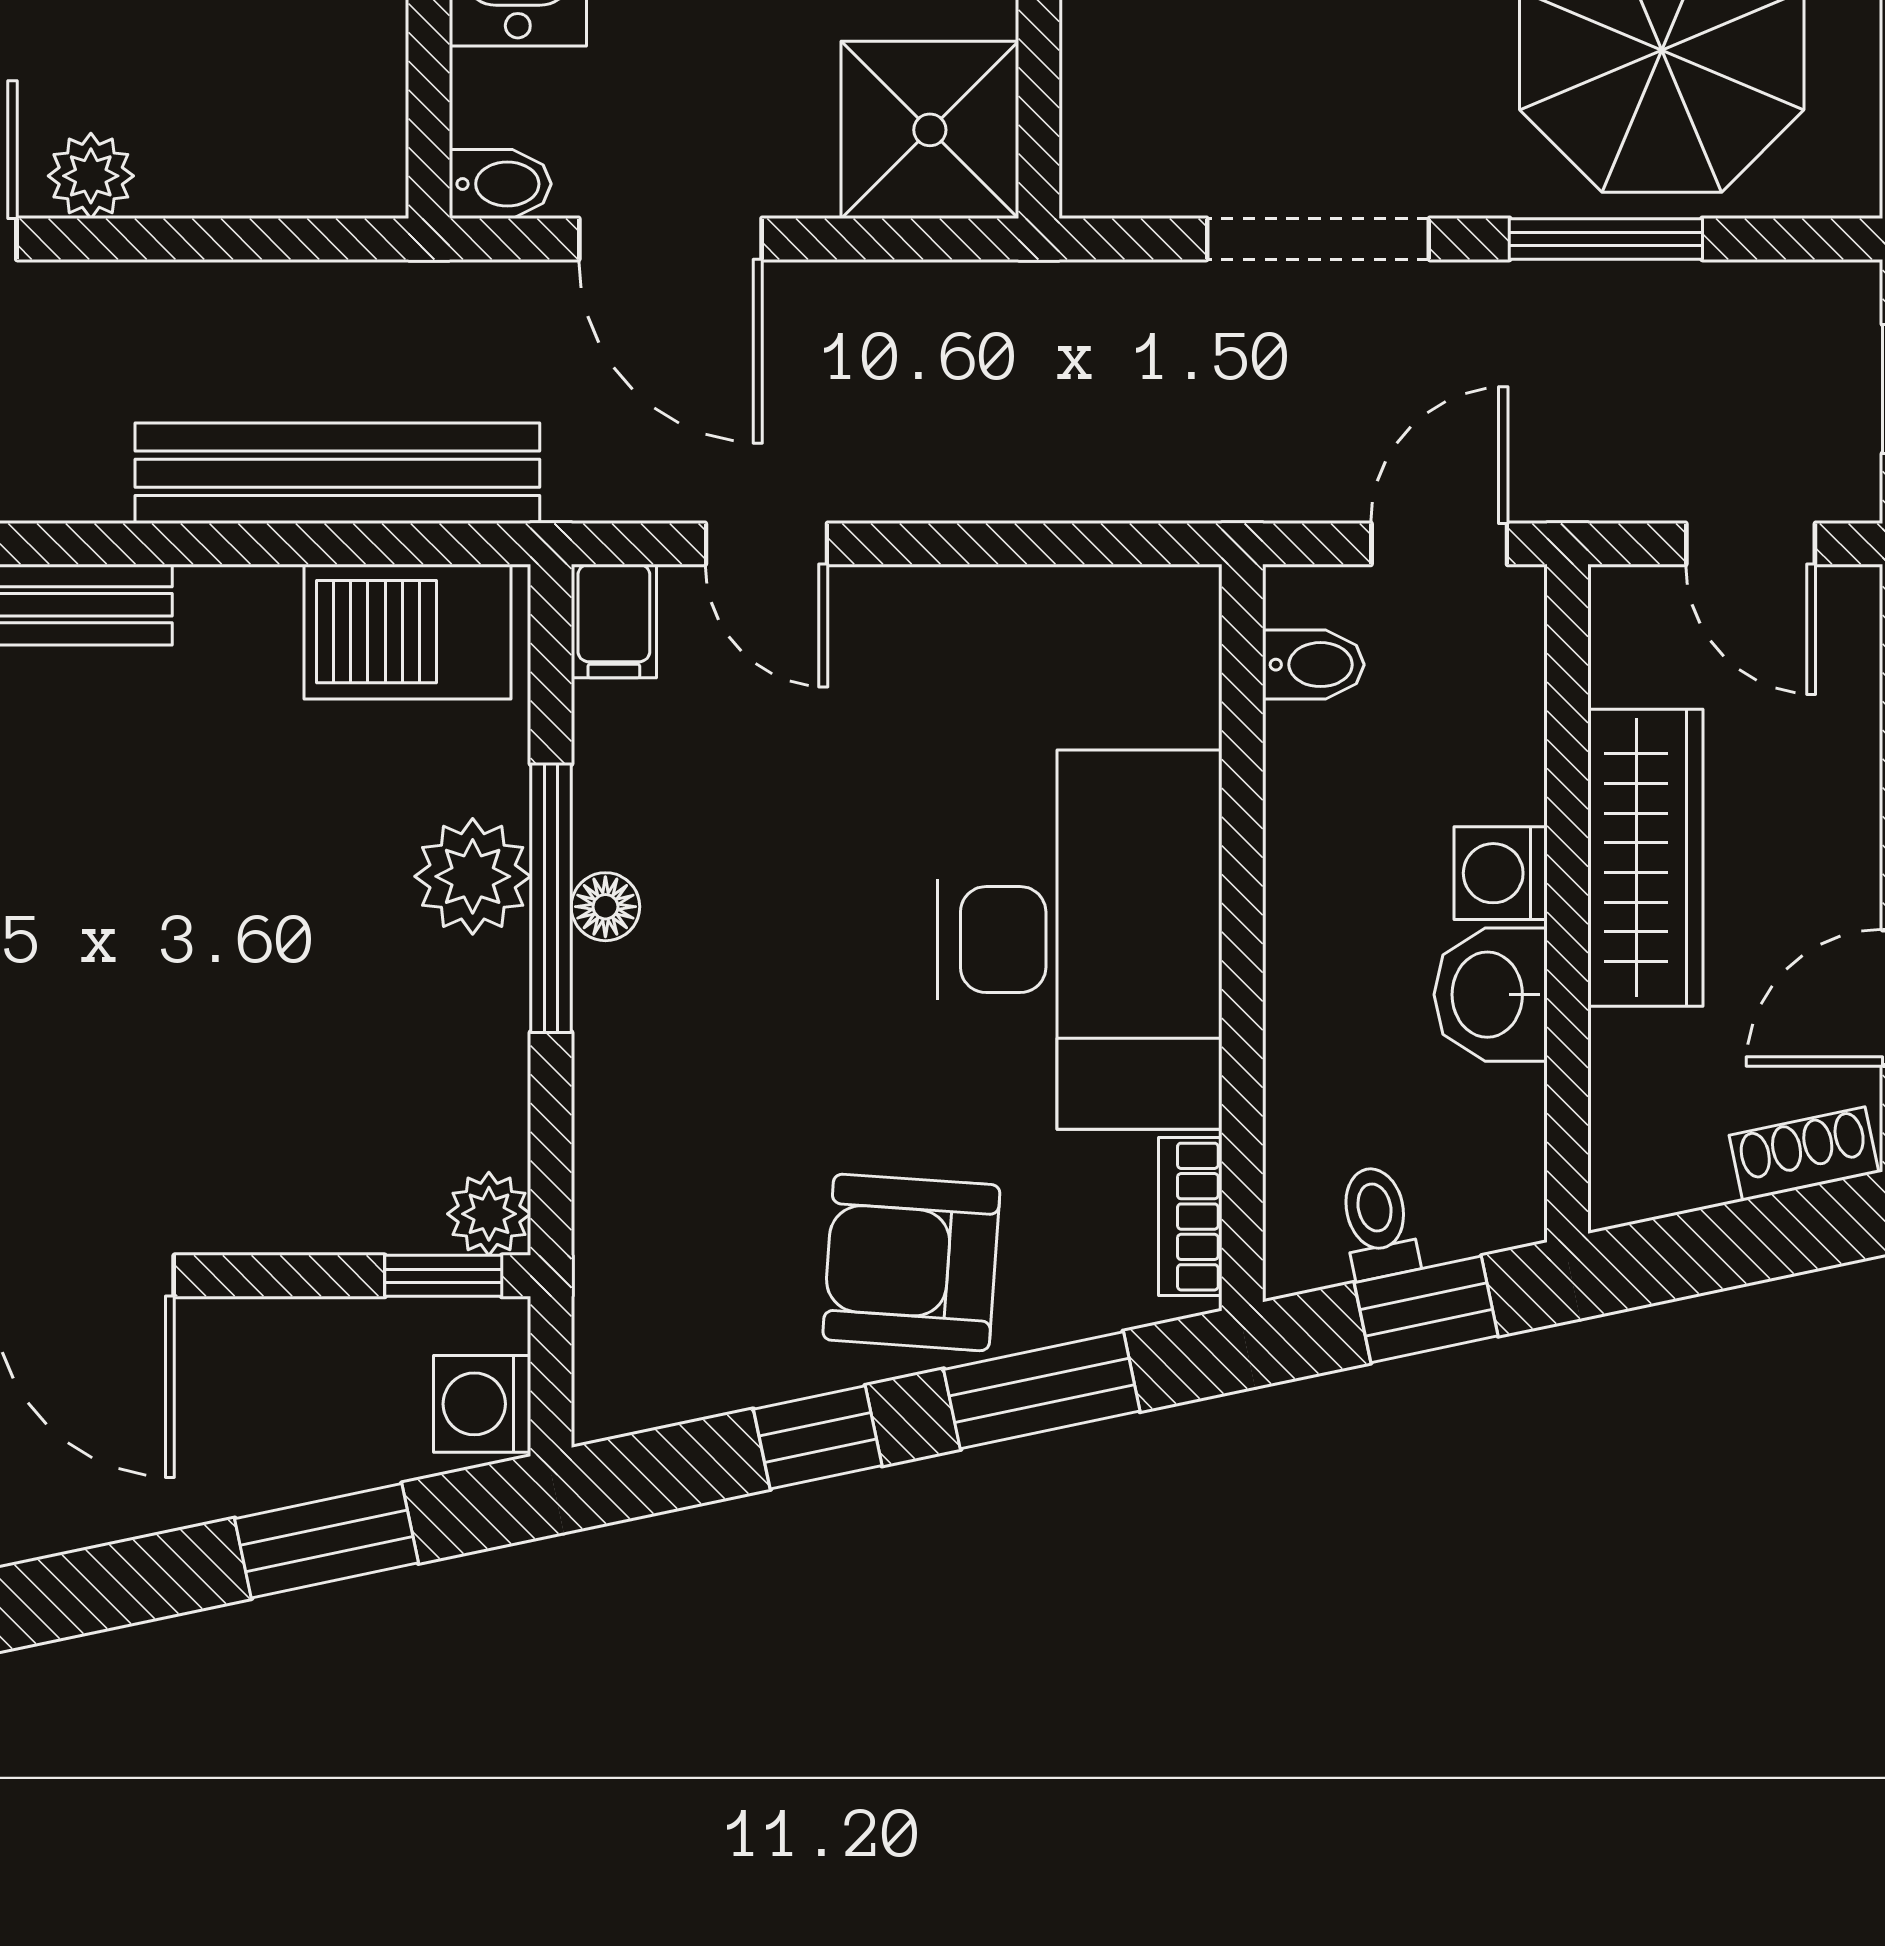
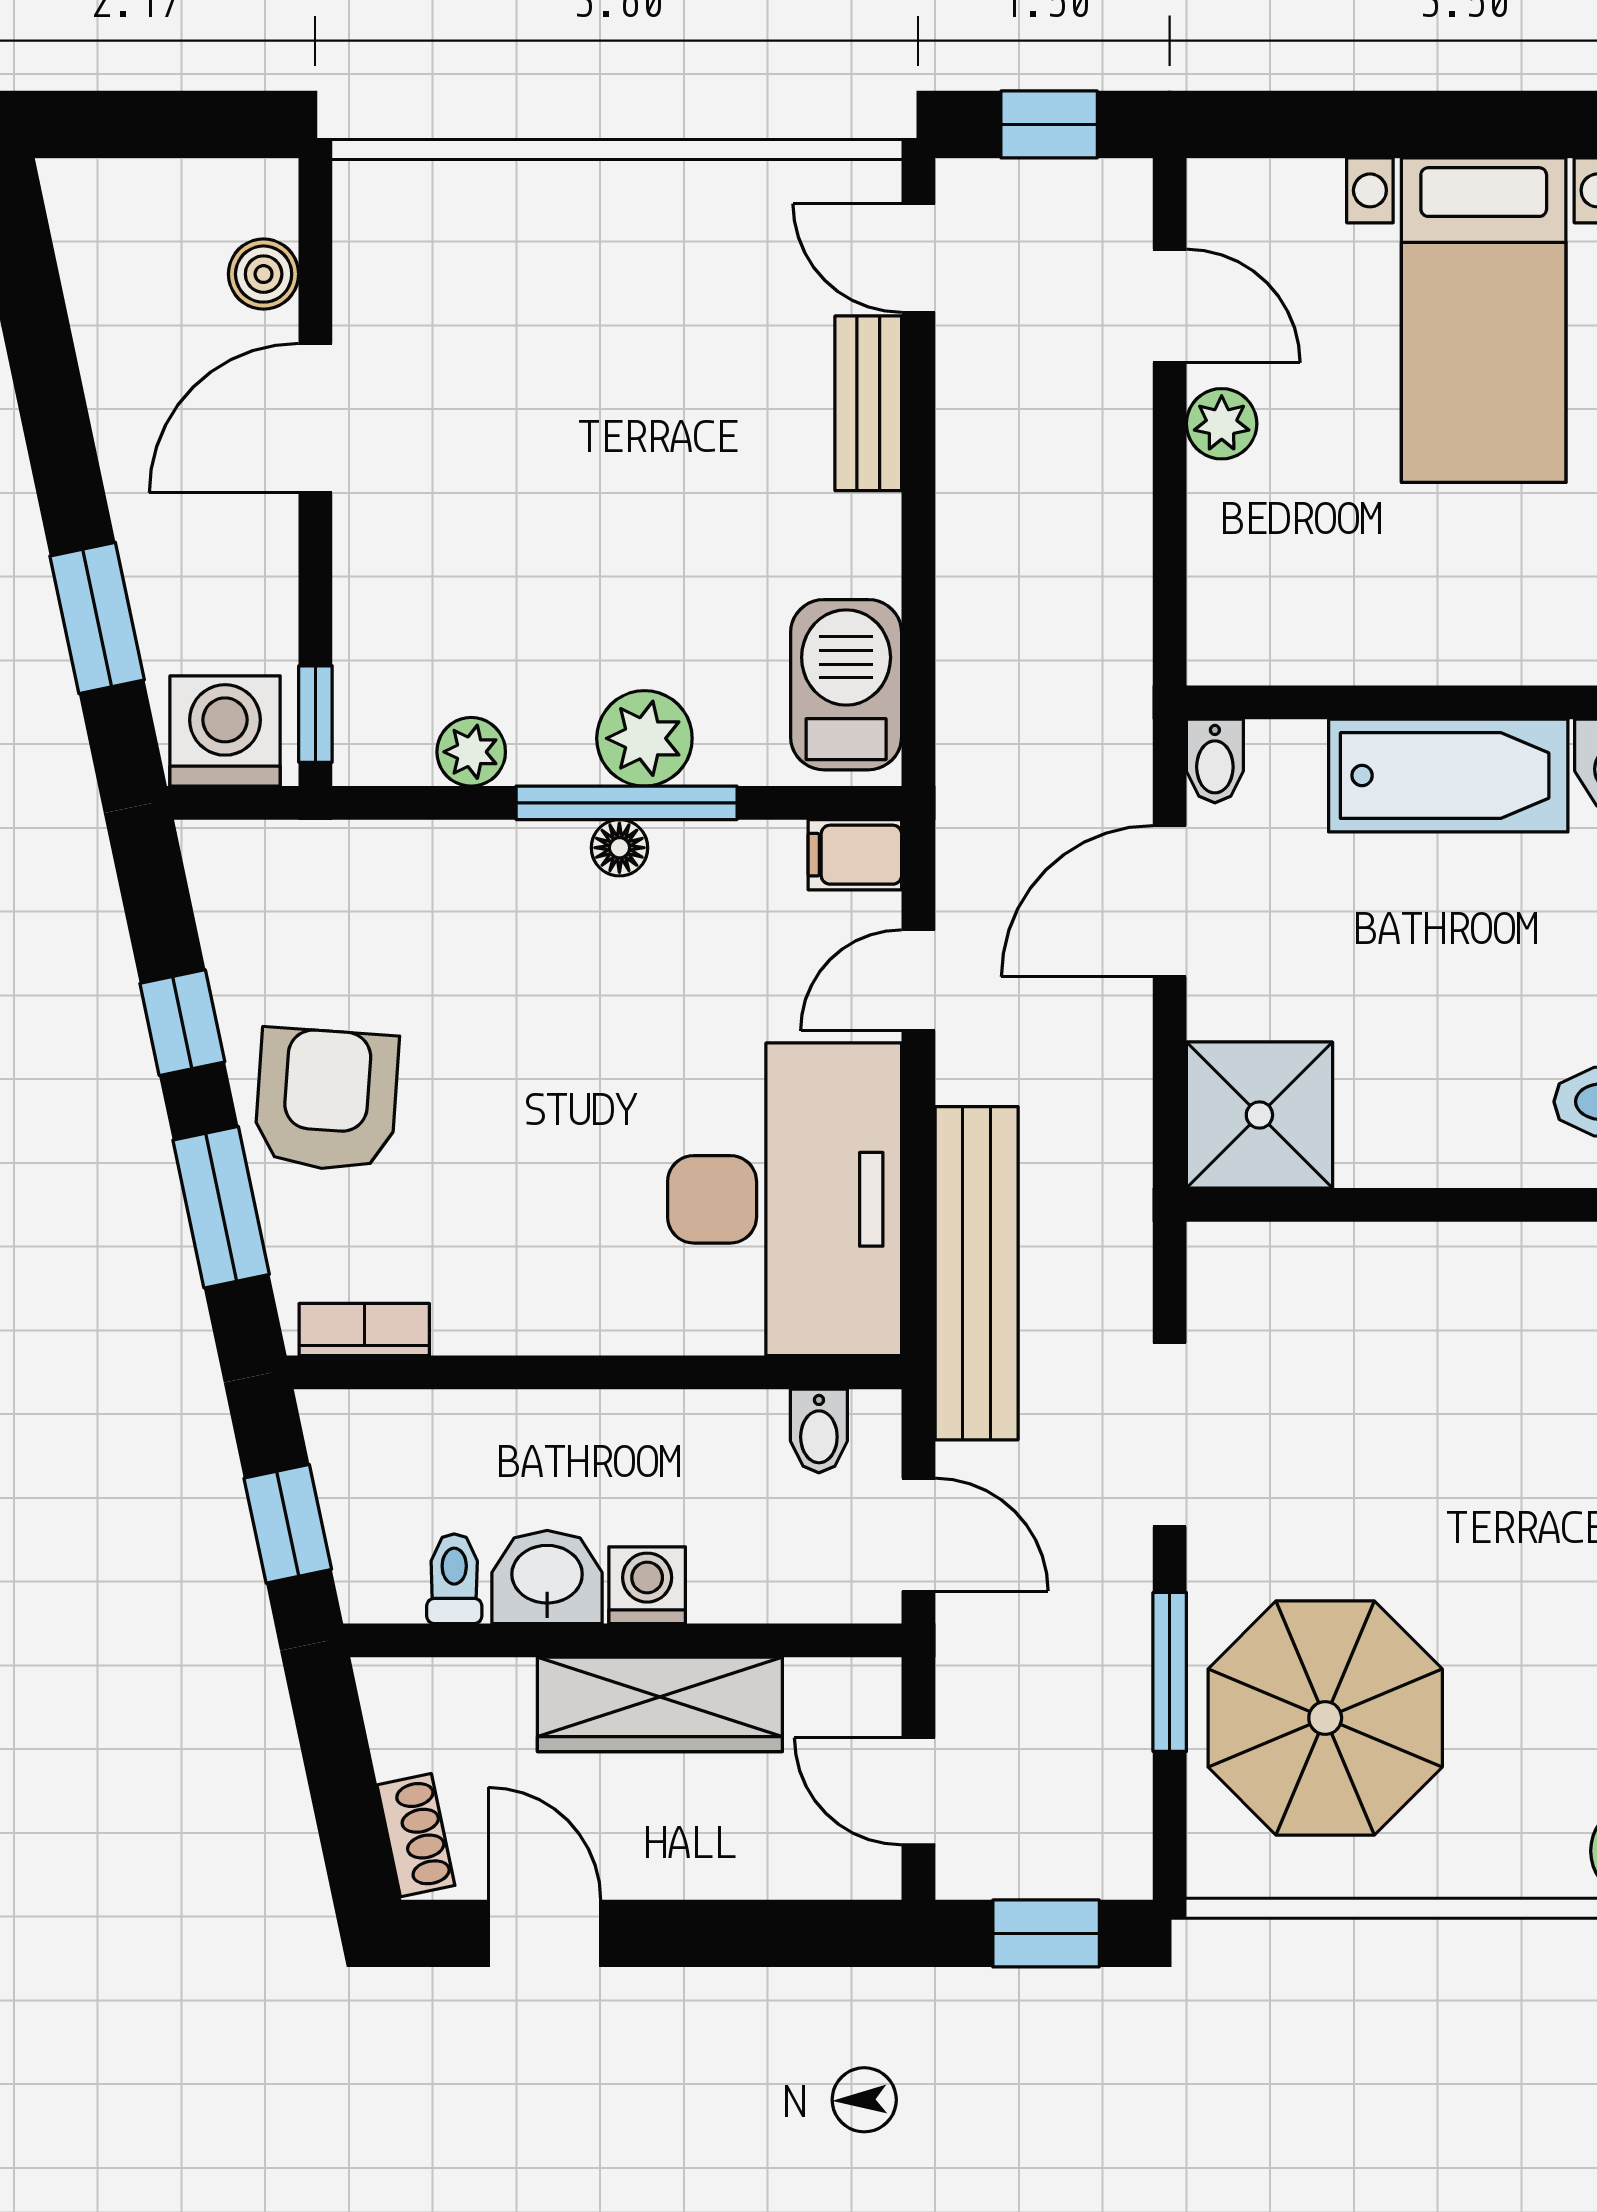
bench: (337, 473) -> (977, 1273), moved
door: (1751, 544) -> (918, 1791), hinge flipped
desk: (1080, 940) -> (785, 1199), moved, turned -90
plant: (489, 1214) -> (471, 752), moved
toilet: (1378, 1222) -> (454, 1579), moved, turned -78
washing machine: (482, 1404) -> (225, 731), width x1.38, depth x1.38

